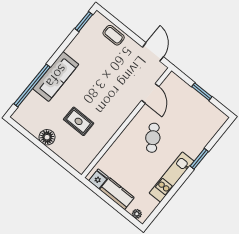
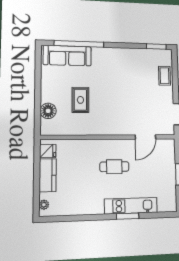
sofa: (56, 76) -> (67, 56), moved
floor lamp: (47, 137) -> (48, 111), moved
cafe table: (153, 138) -> (114, 167), turned 32
kitchen unit: (172, 177) -> (131, 206), moved

